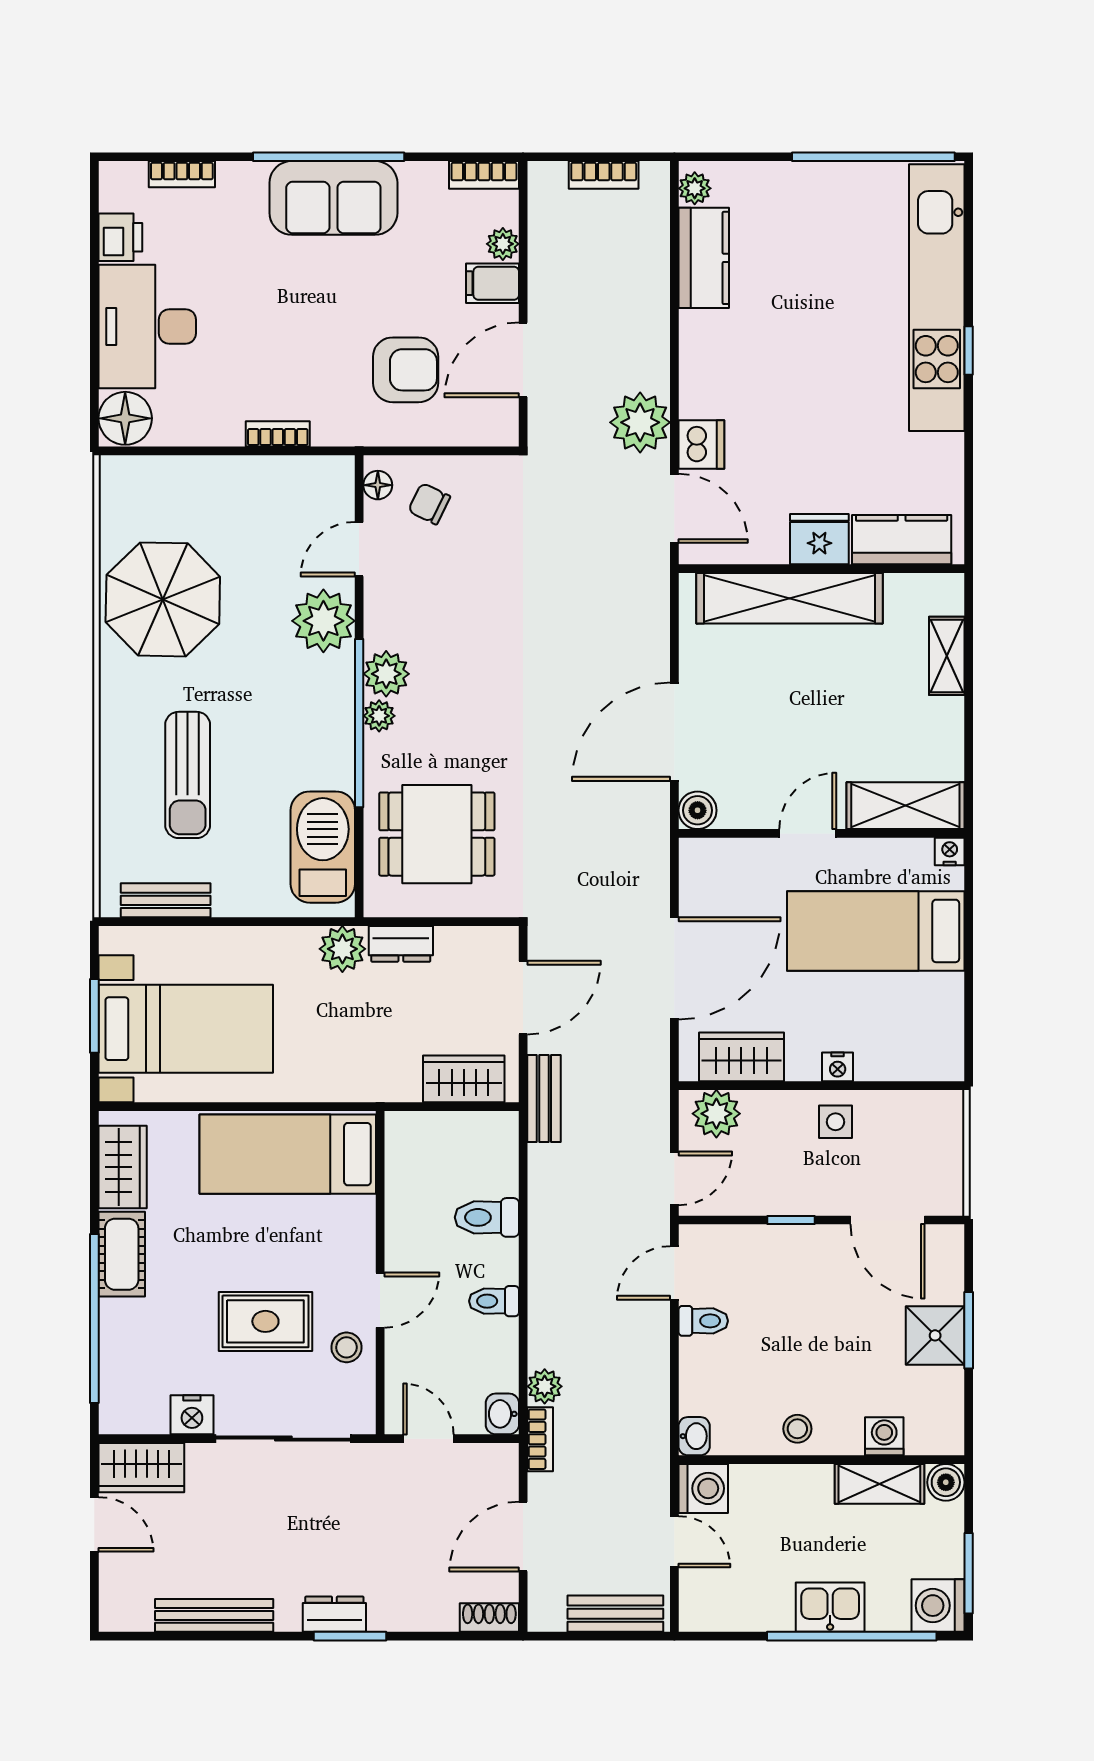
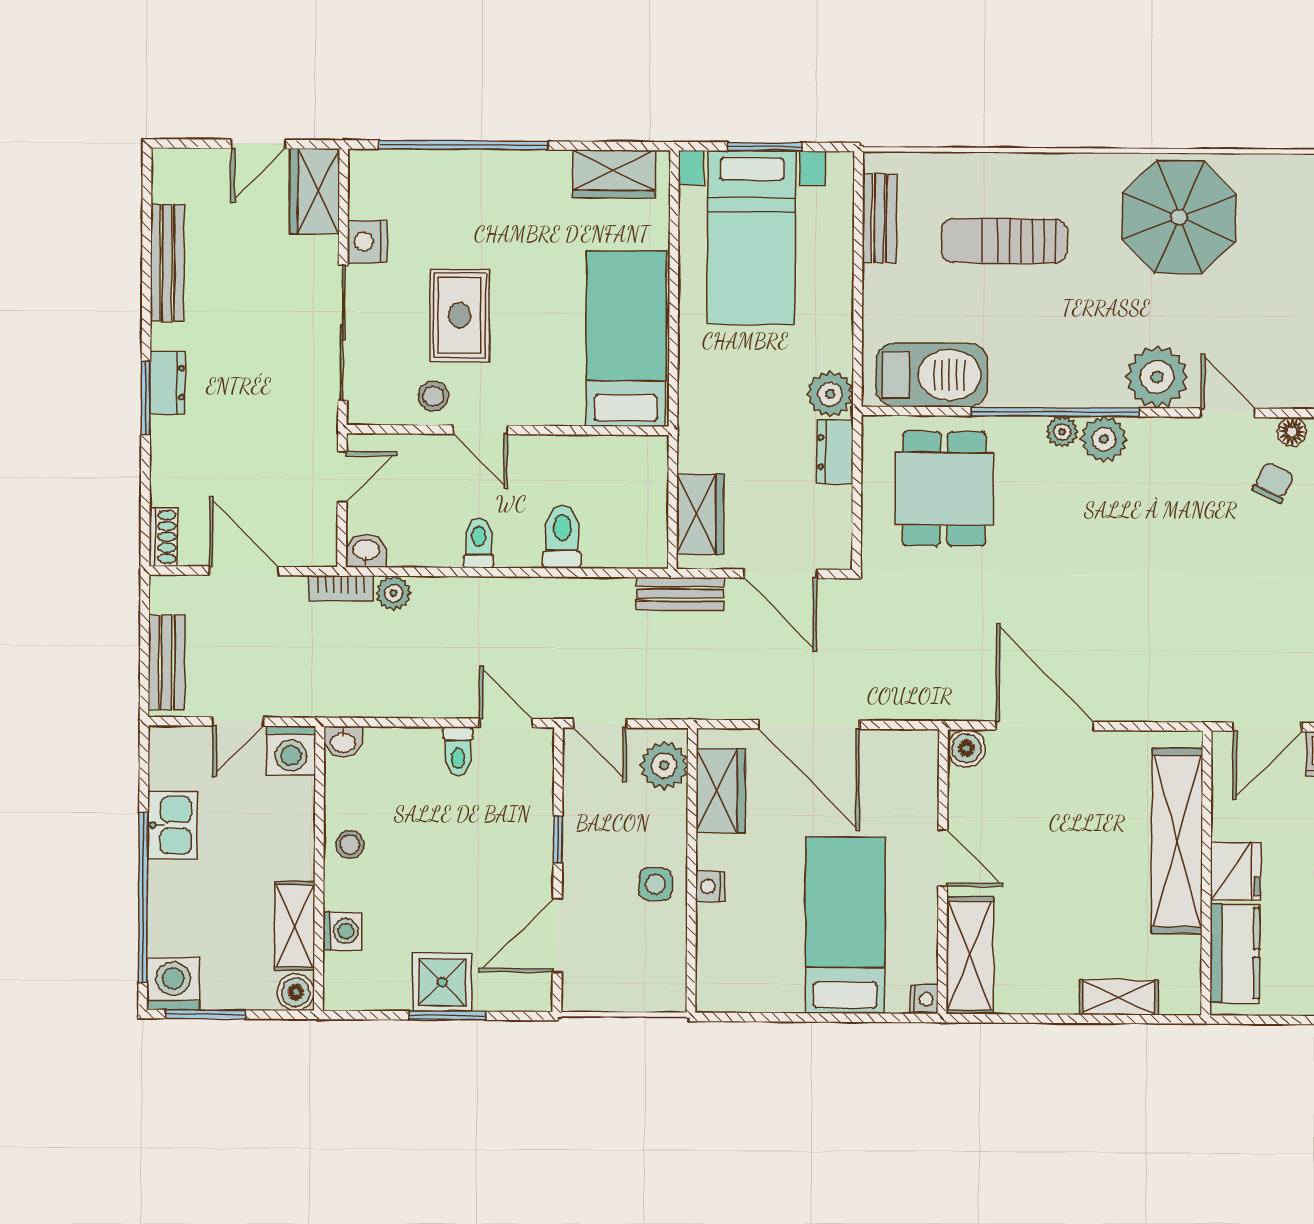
cot: (122, 1254) -> (527, 173), removed
kitchen sink: (830, 1607) -> (172, 825), moved

